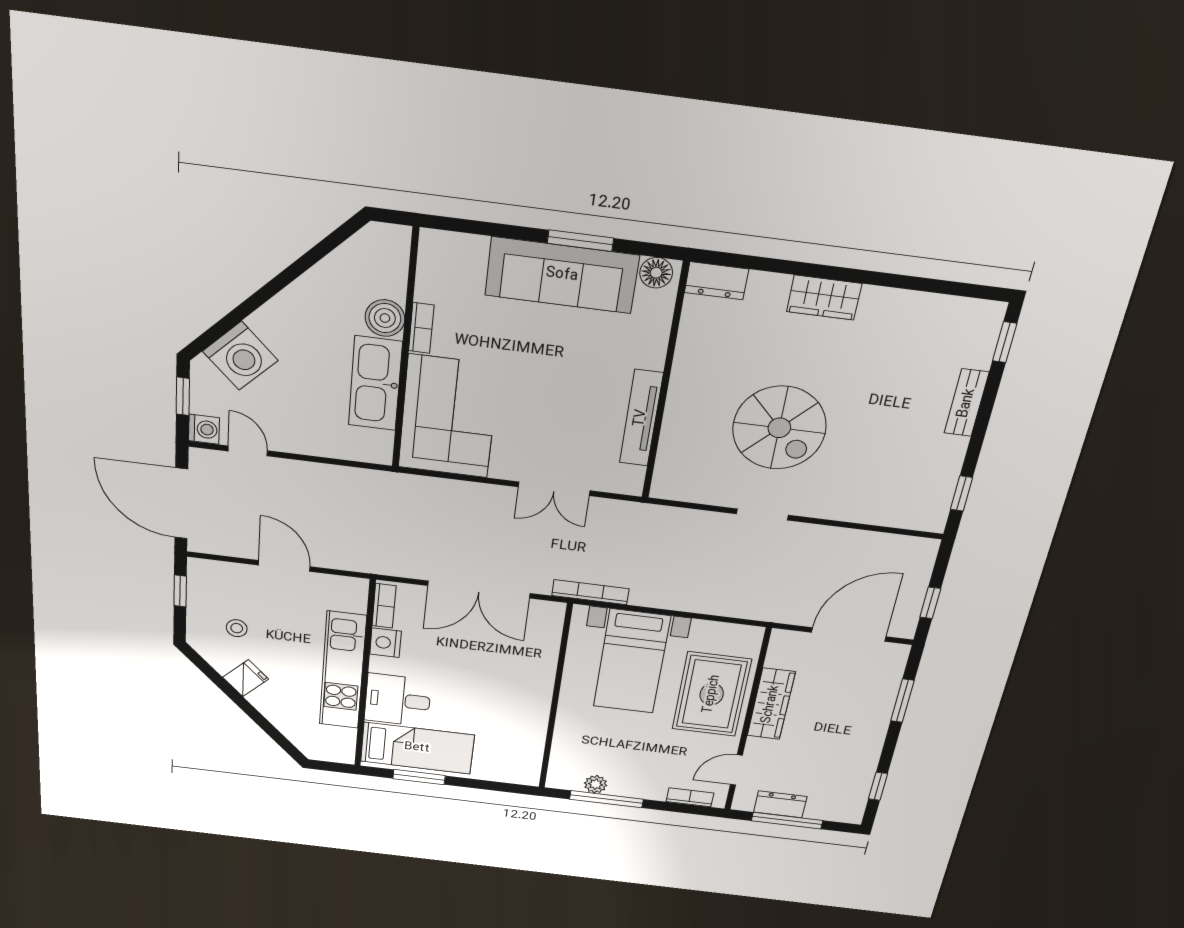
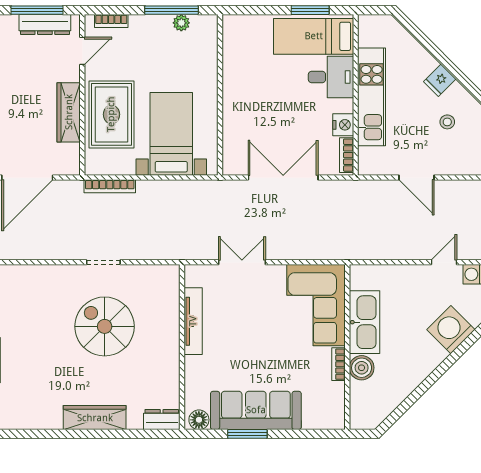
wardrobe: (824, 298) -> (95, 418), width x1.50
door: (248, 451) -> (444, 262), swing flipped
bookcase: (590, 592) -> (110, 186), moved
dresser: (780, 804) -> (45, 25), width x1.44

